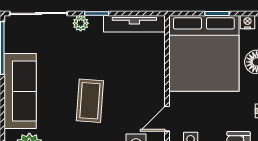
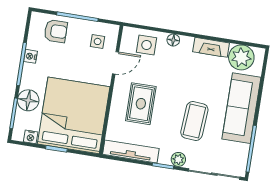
rug: (132, 78) -> (141, 104), added
coffee table: (90, 101) -> (194, 121), moved

